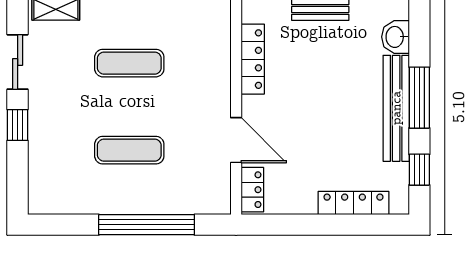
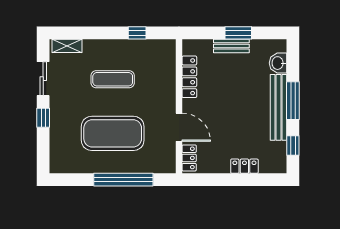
exercise mat: (129, 150) -> (113, 133), width x2.00, depth x1.45
locker: (353, 203) -> (244, 166), width x0.66

